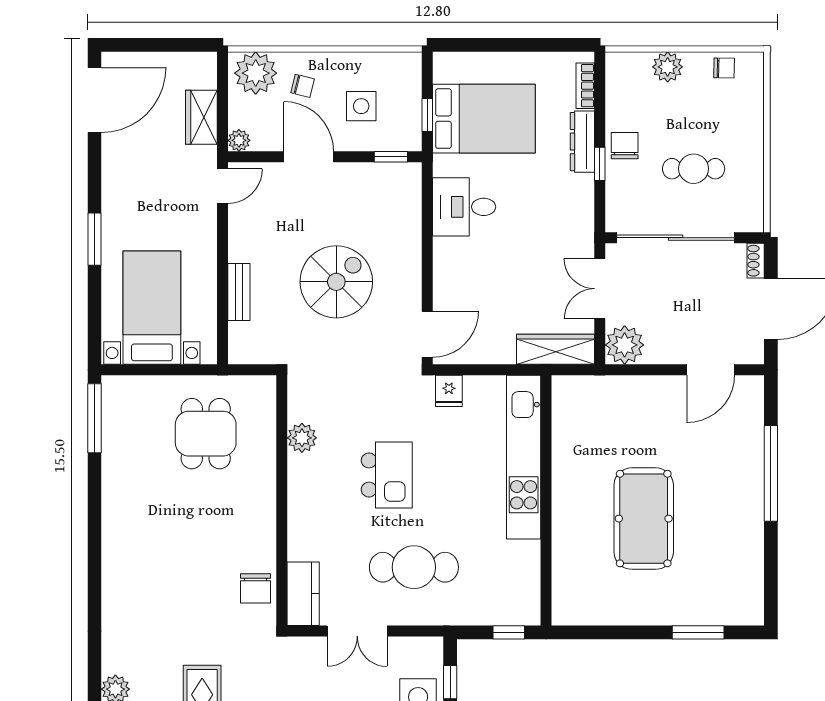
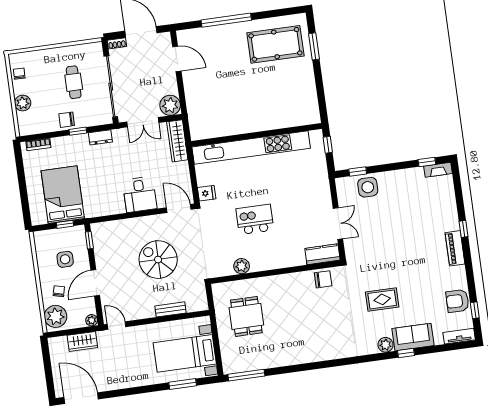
dresser: (582, 142) -> (100, 137), moved, width x0.70
desk: (464, 207) -> (140, 194), moved
window: (95, 239) -> (183, 384), moved
dining table: (206, 434) -> (246, 316), turned 90
kitchen unit: (524, 457) -> (251, 148), width x1.36
pool table: (644, 519) -> (275, 44), moved
cafe table: (414, 567) -> (301, 199), removed

